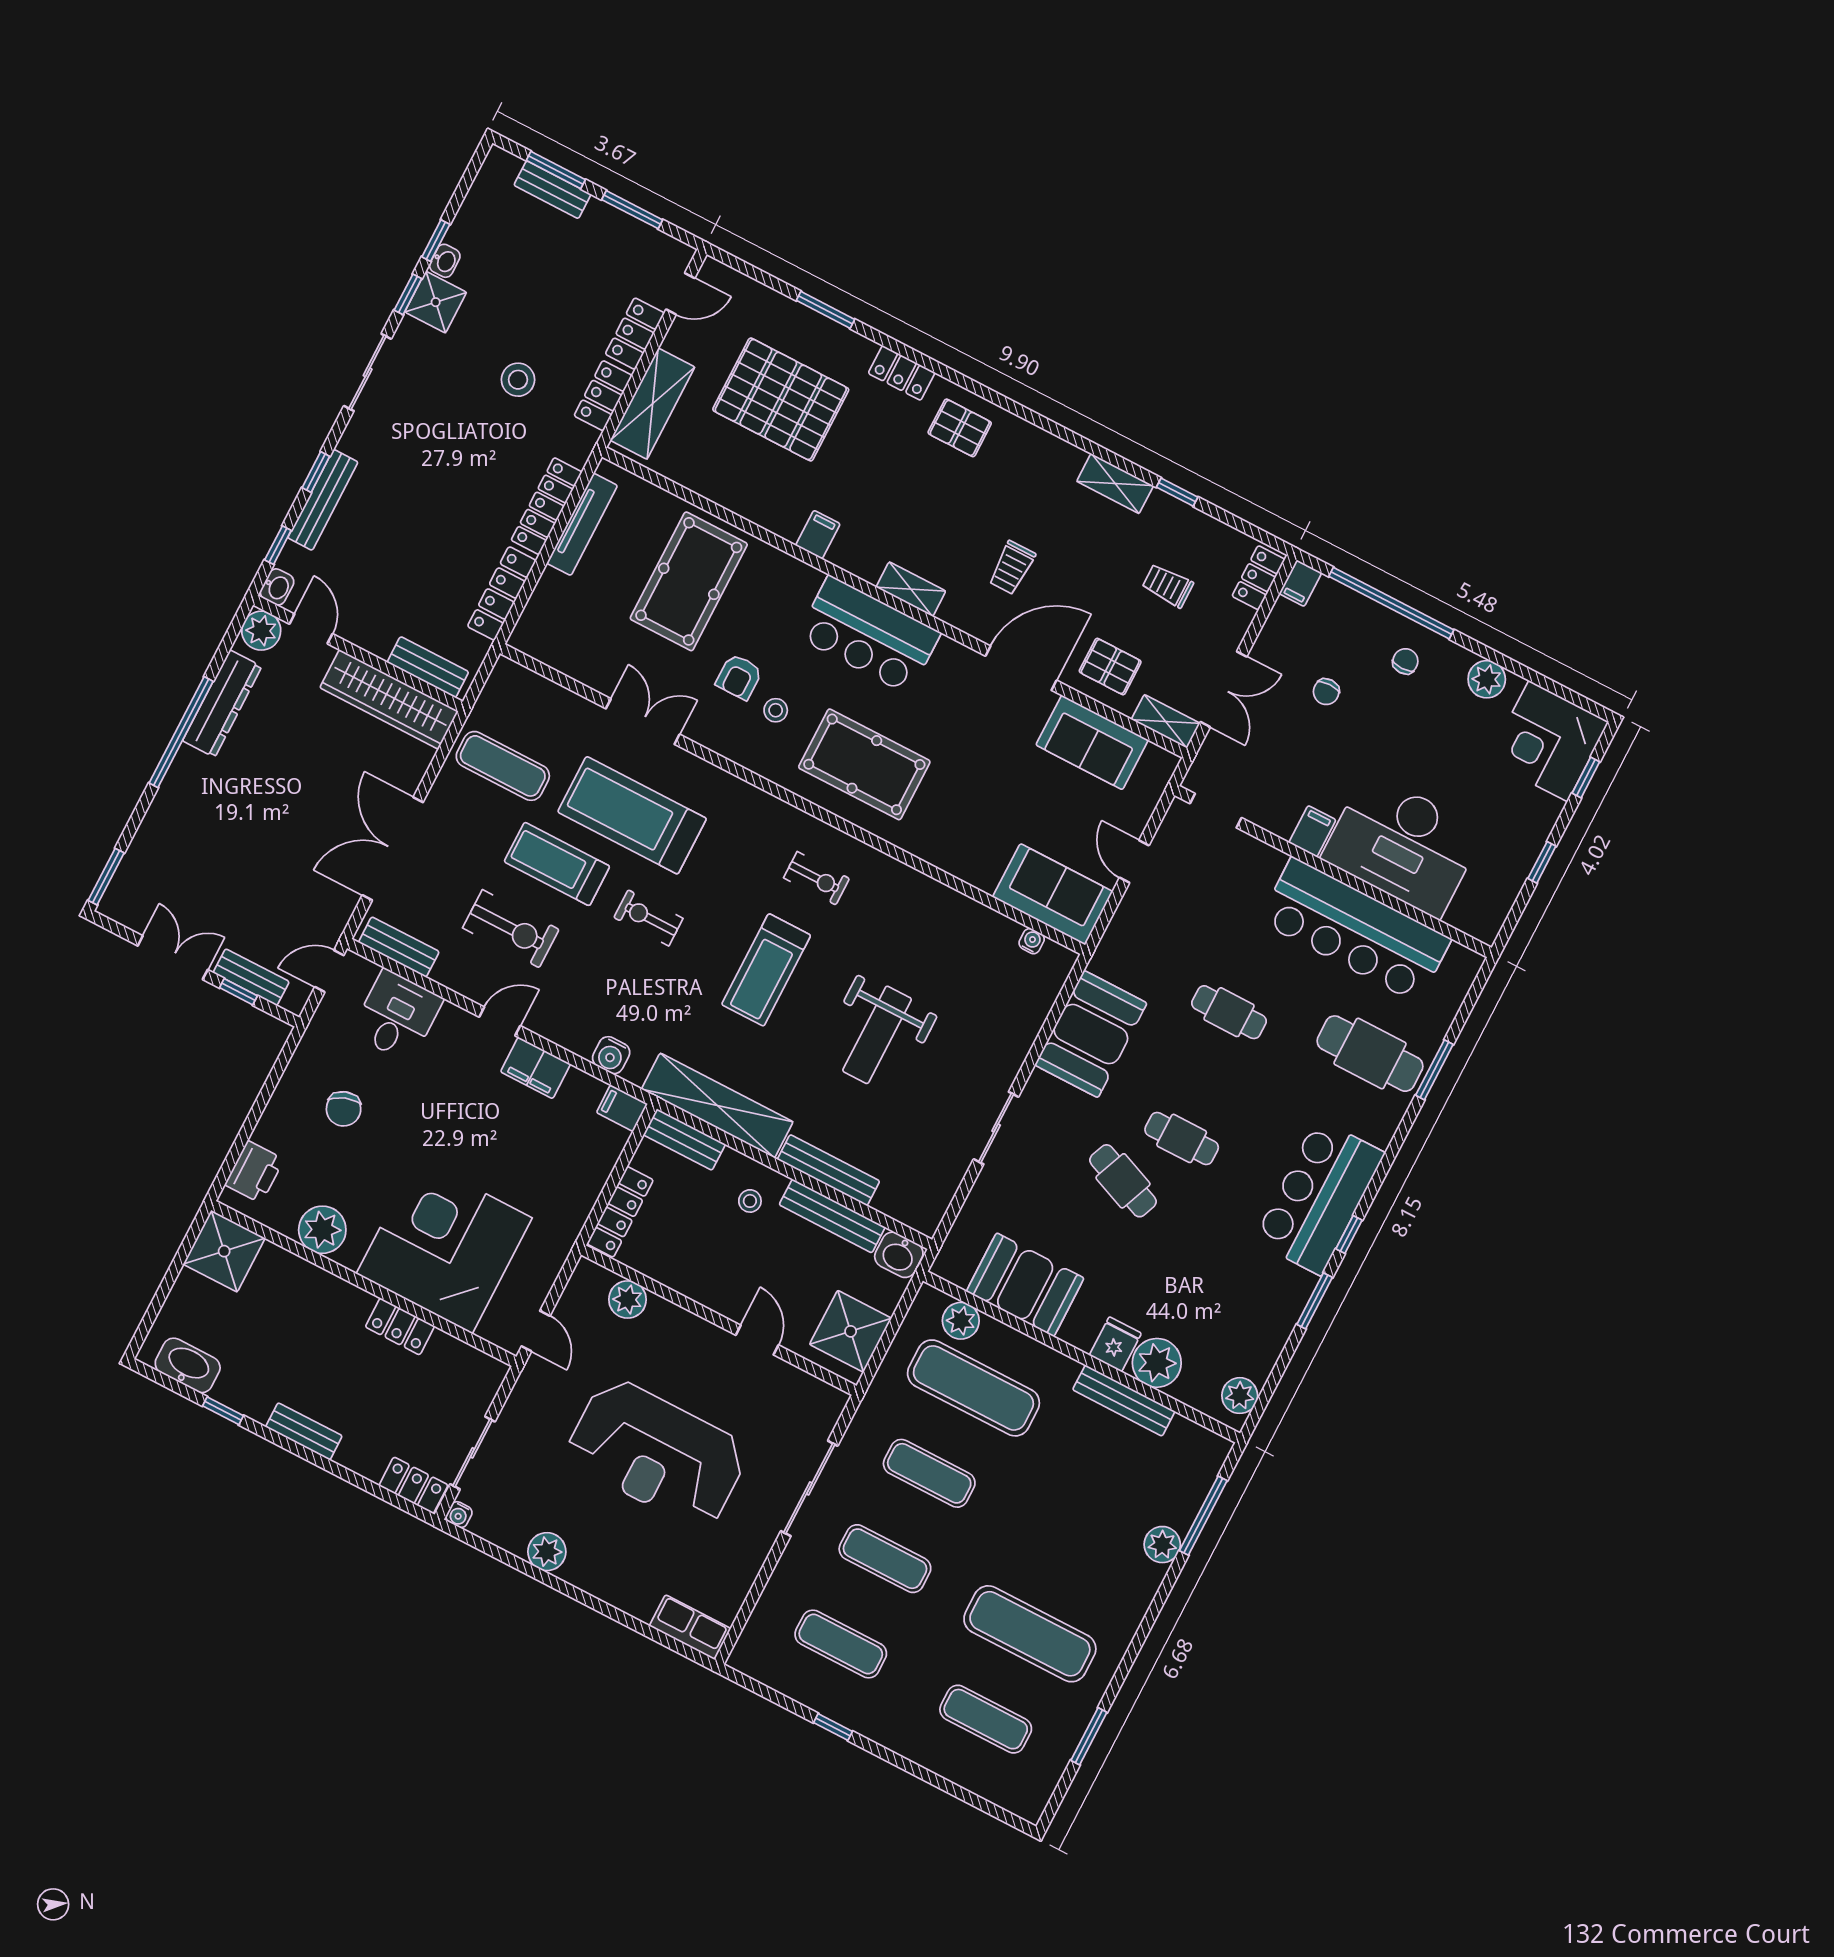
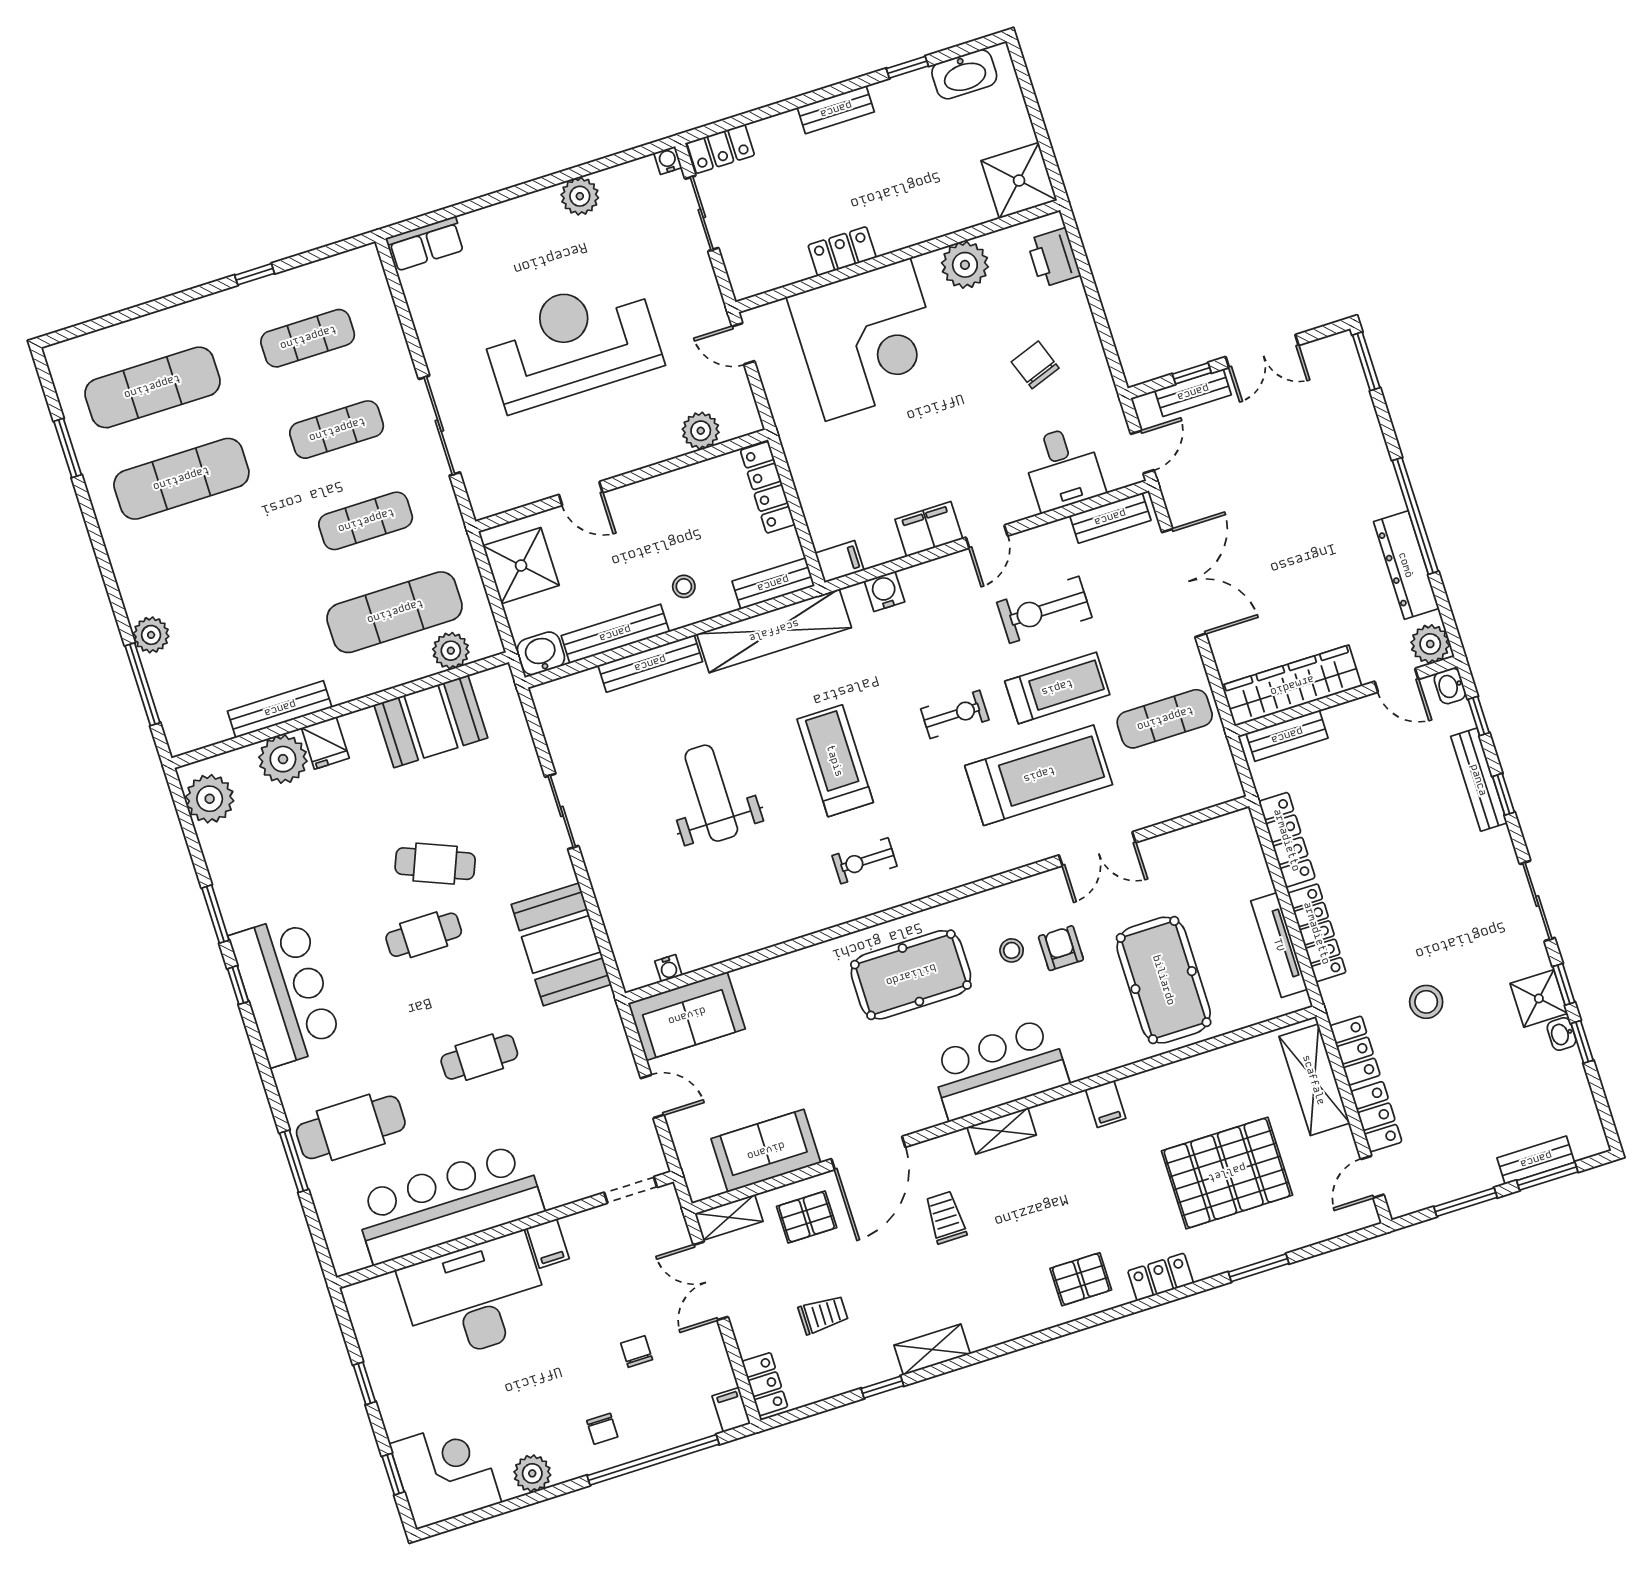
plant: (1240, 1396) -> (210, 799), width x1.36, depth x1.36
exercise mat: (986, 1719) -> (152, 387), width x1.36, depth x1.45

